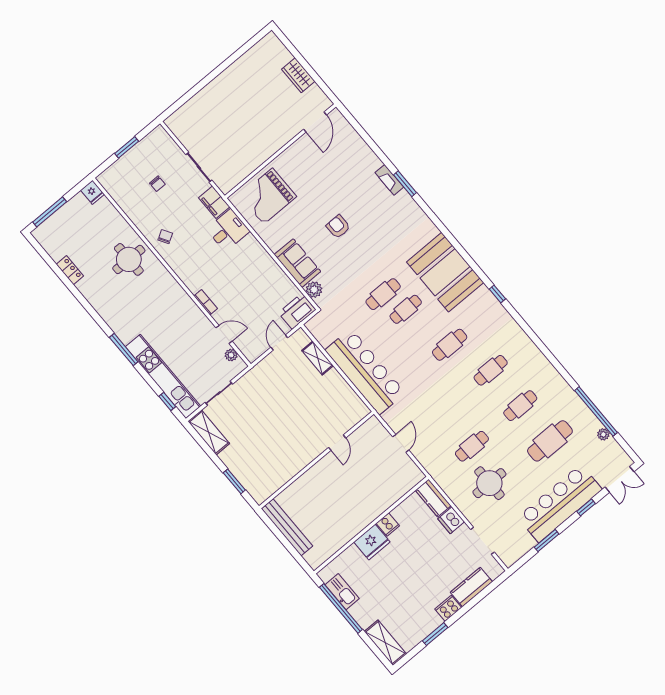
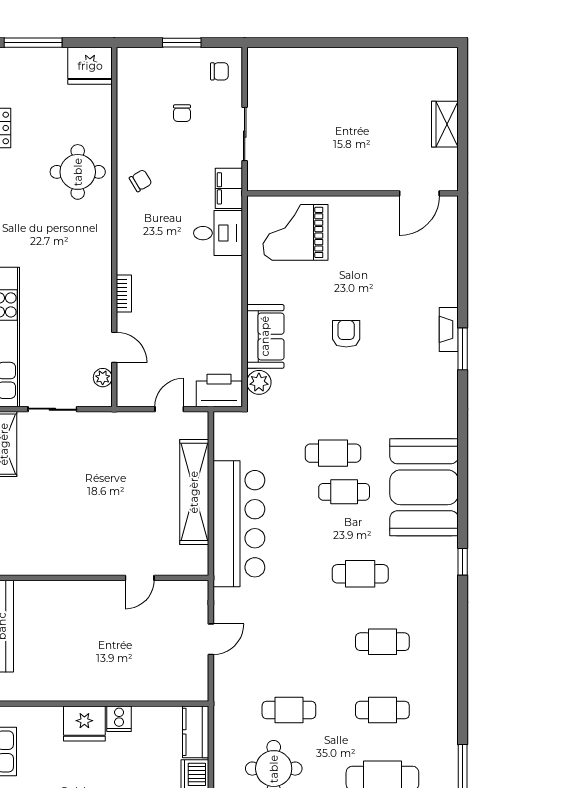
chair: (159, 146) -> (219, 71), added
fridge: (92, 192) -> (90, 66), width x1.88, depth x1.34
shelving: (318, 358) -> (194, 492), width x2.20, depth x1.33

